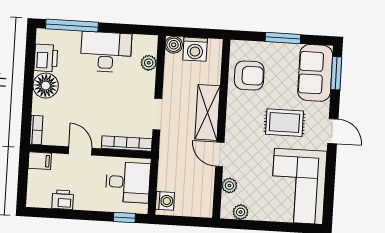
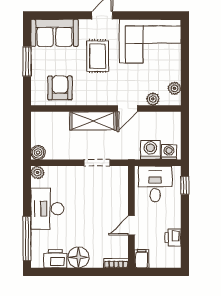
washing machine: (195, 49) -> (150, 150), moved, turned -90
plant: (149, 63) -> (38, 172), moved
window: (336, 73) -> (54, 15), removed
bookcase: (127, 143) -> (123, 187), removed

